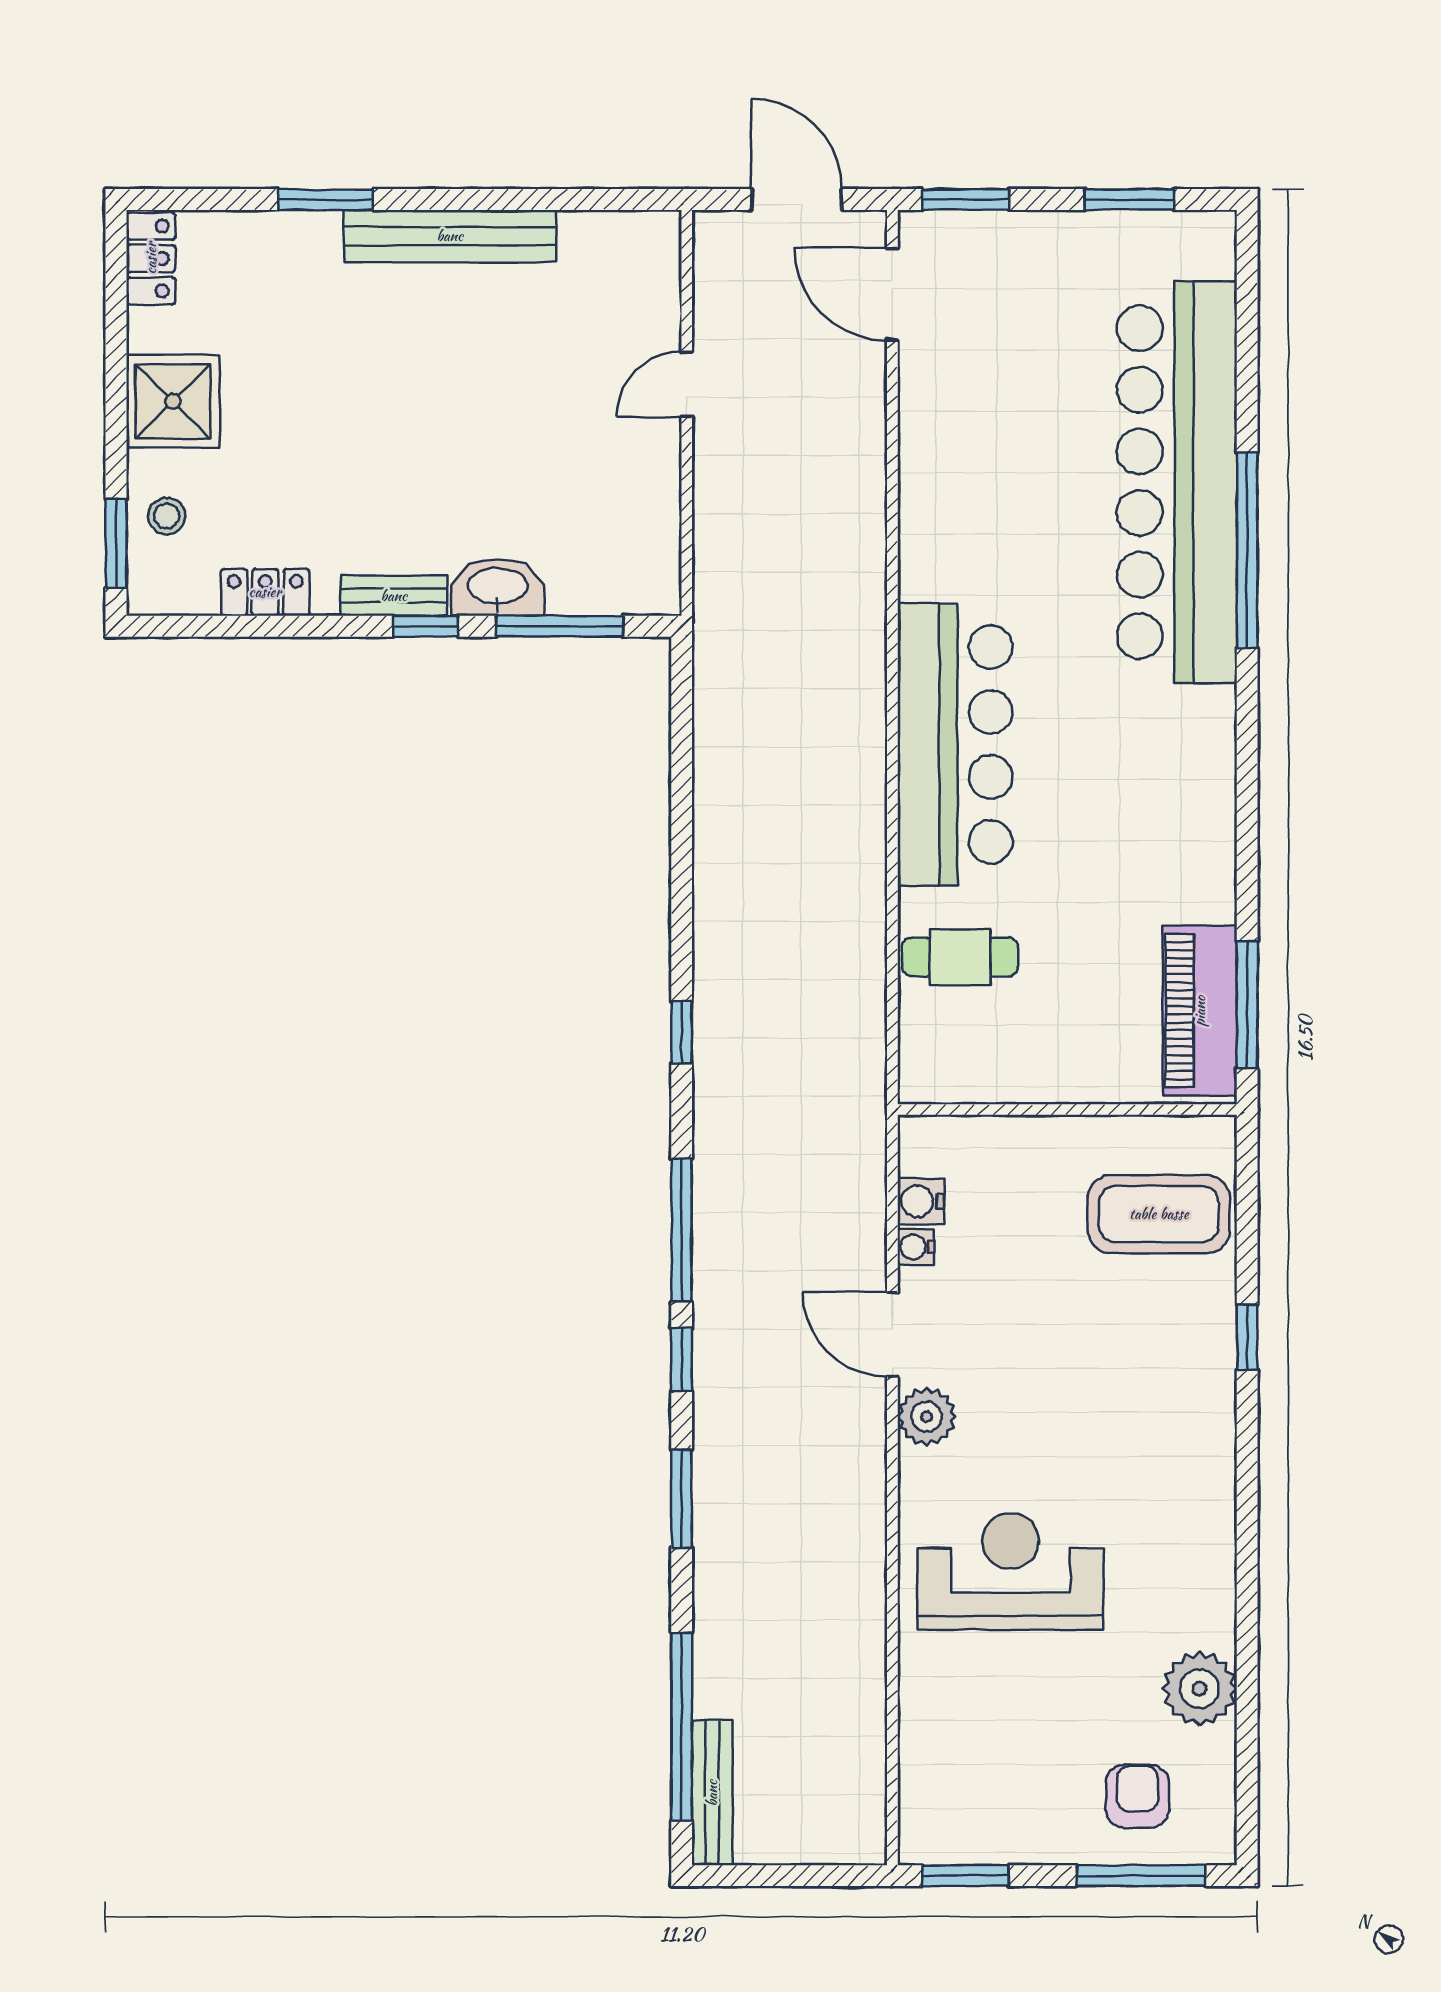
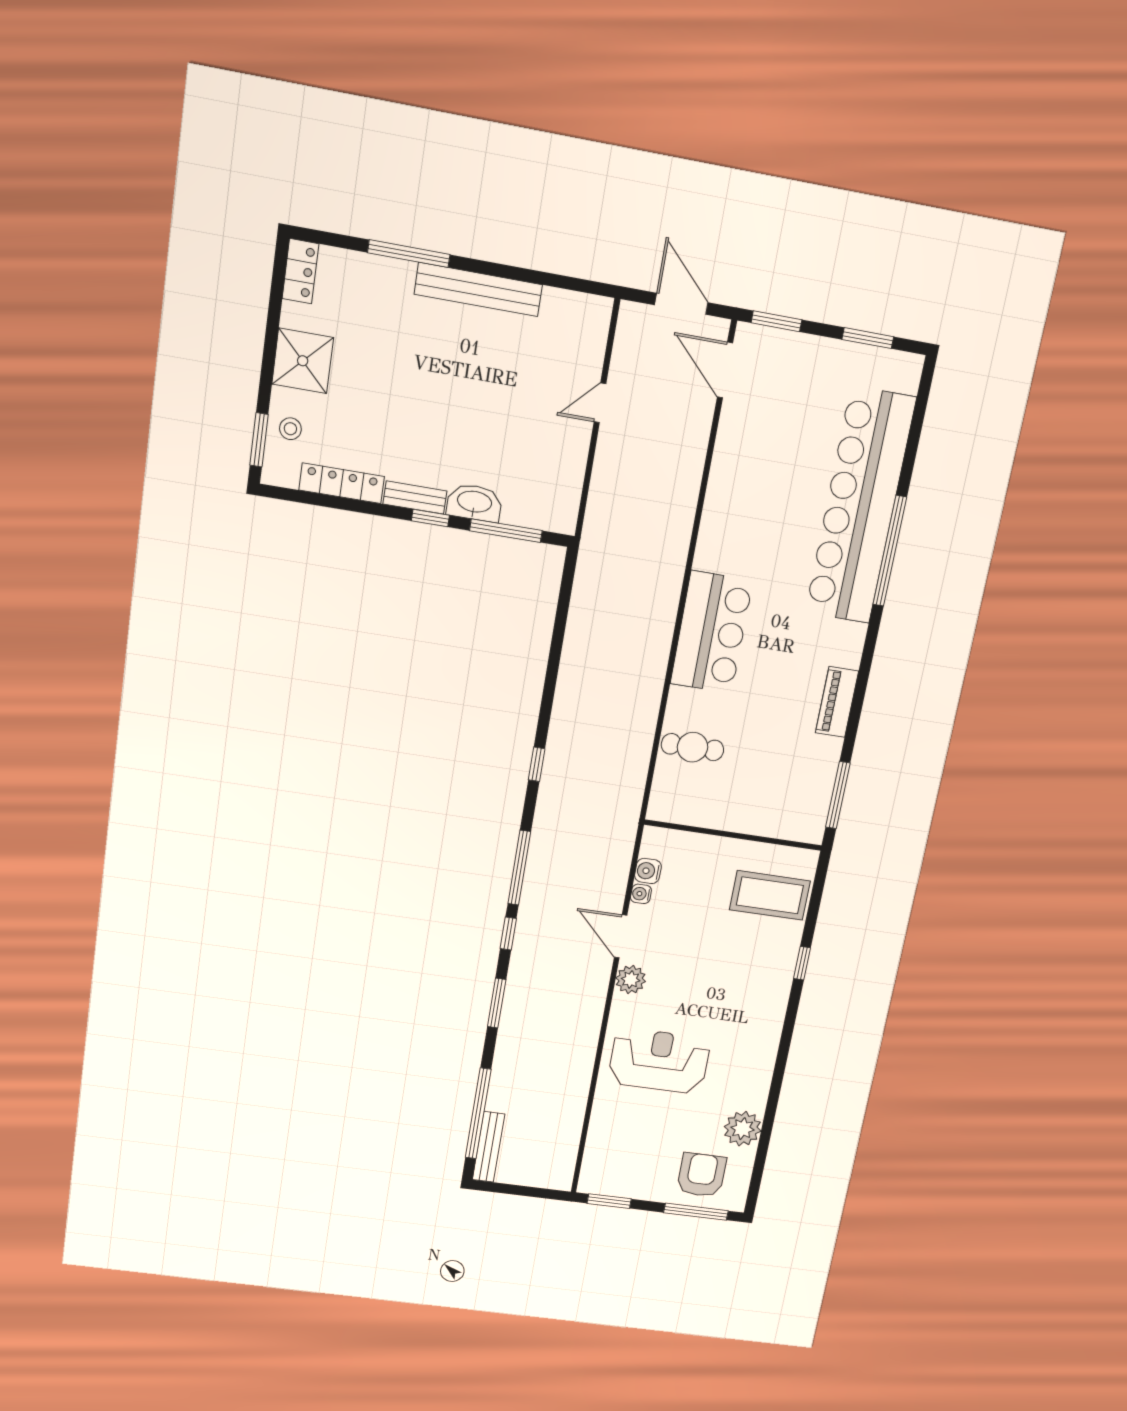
window: (326, 200) -> (409, 254), width x1.44
locker: (265, 592) -> (342, 483), width x1.53
bar counter: (955, 744) -> (712, 632), width x0.73
piano: (1200, 1011) -> (837, 702), moved, width x0.73, depth x0.75
armchair: (1137, 1796) -> (702, 1175), width x1.38, depth x1.38

